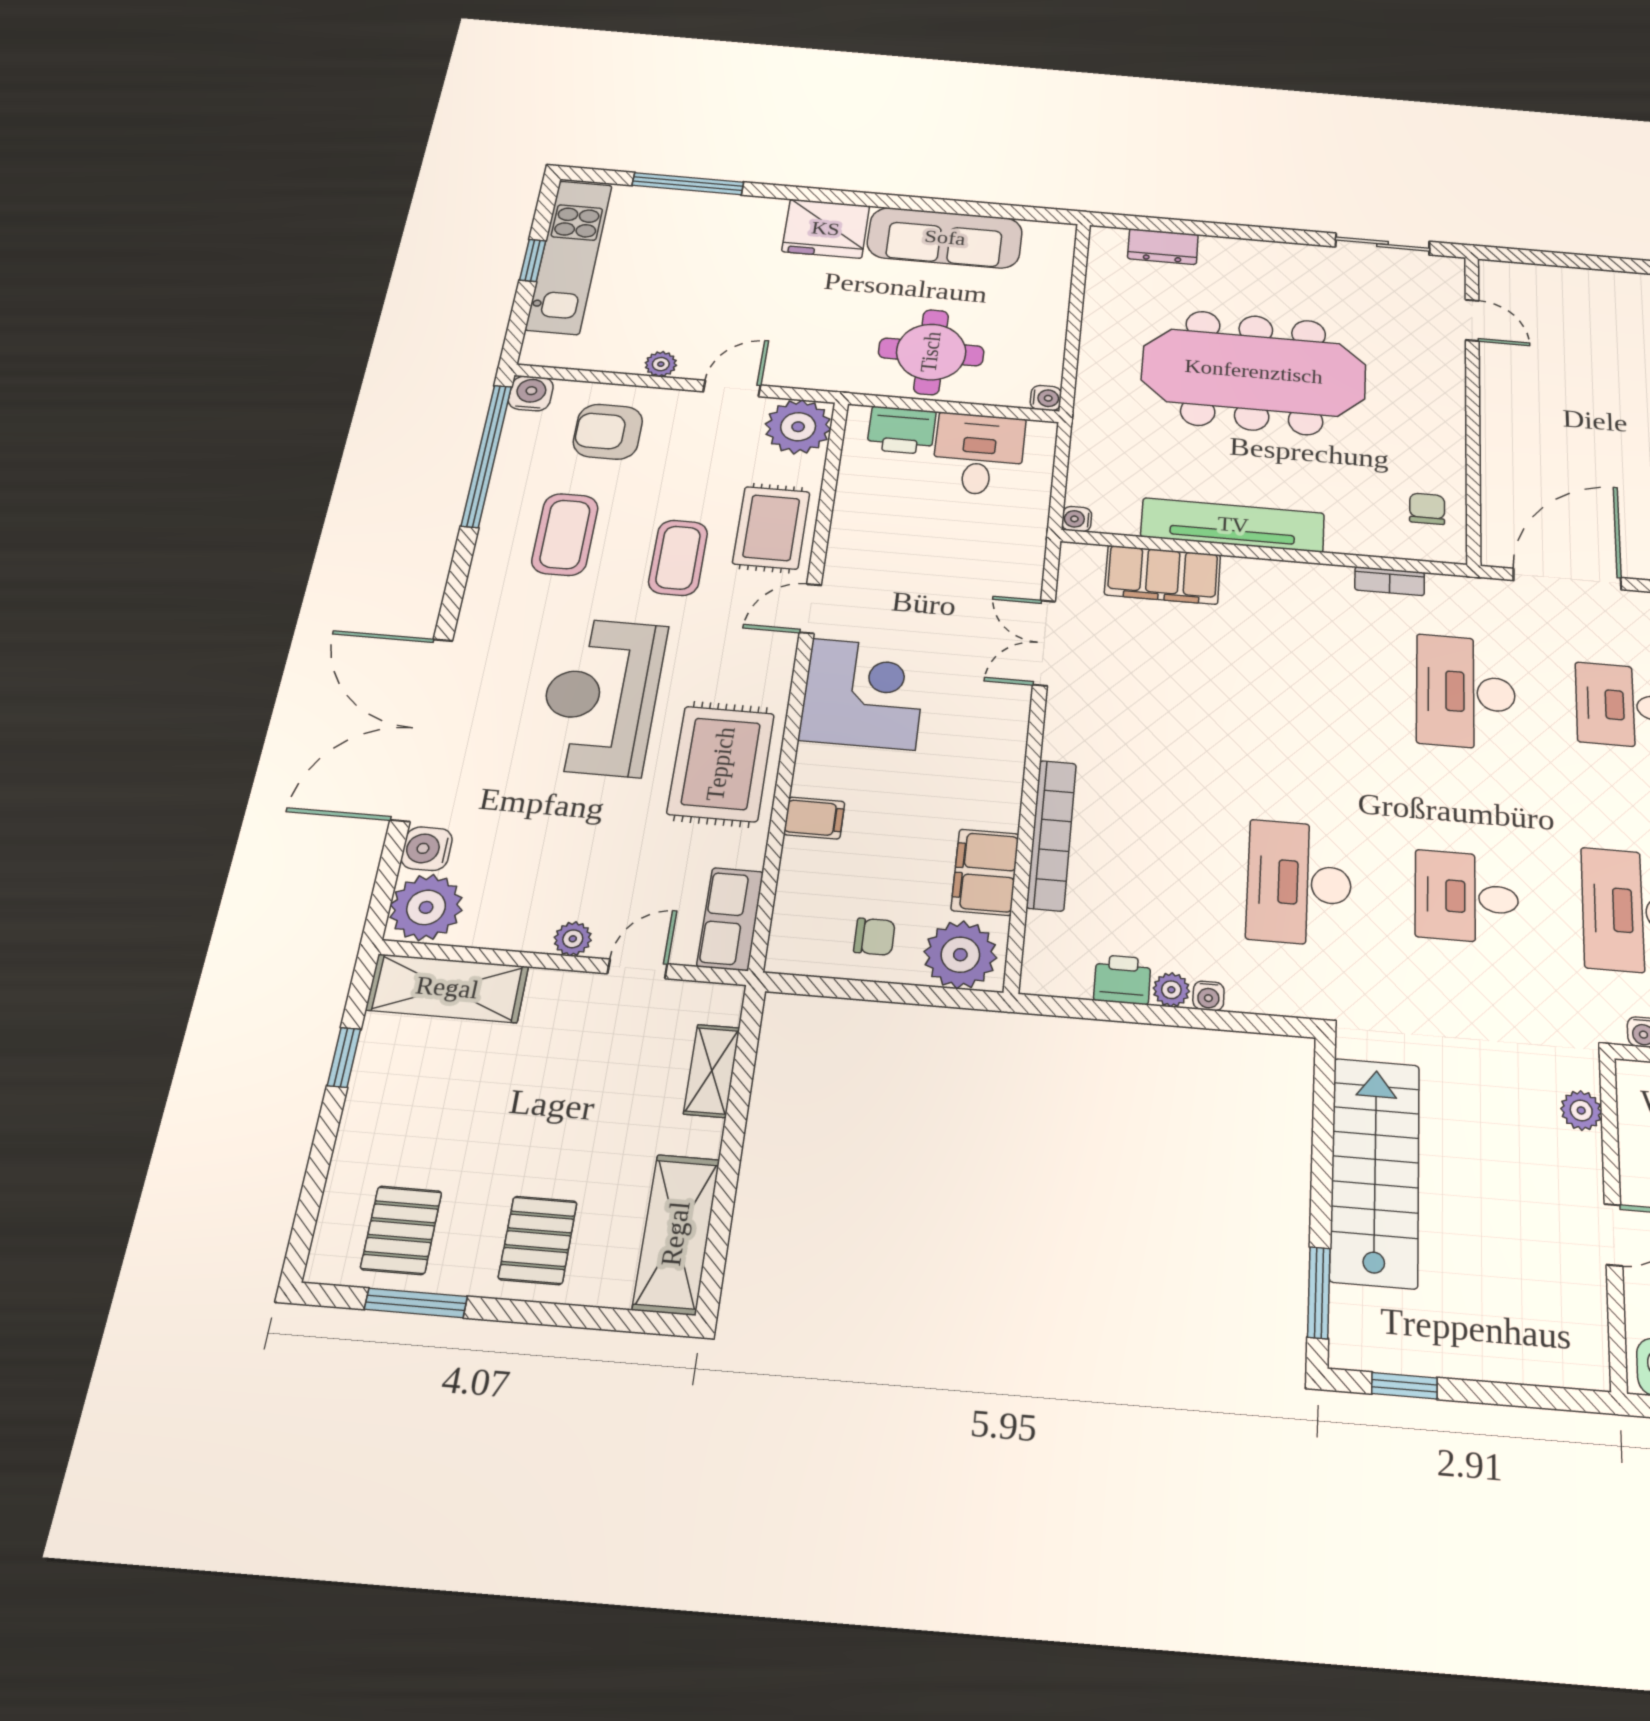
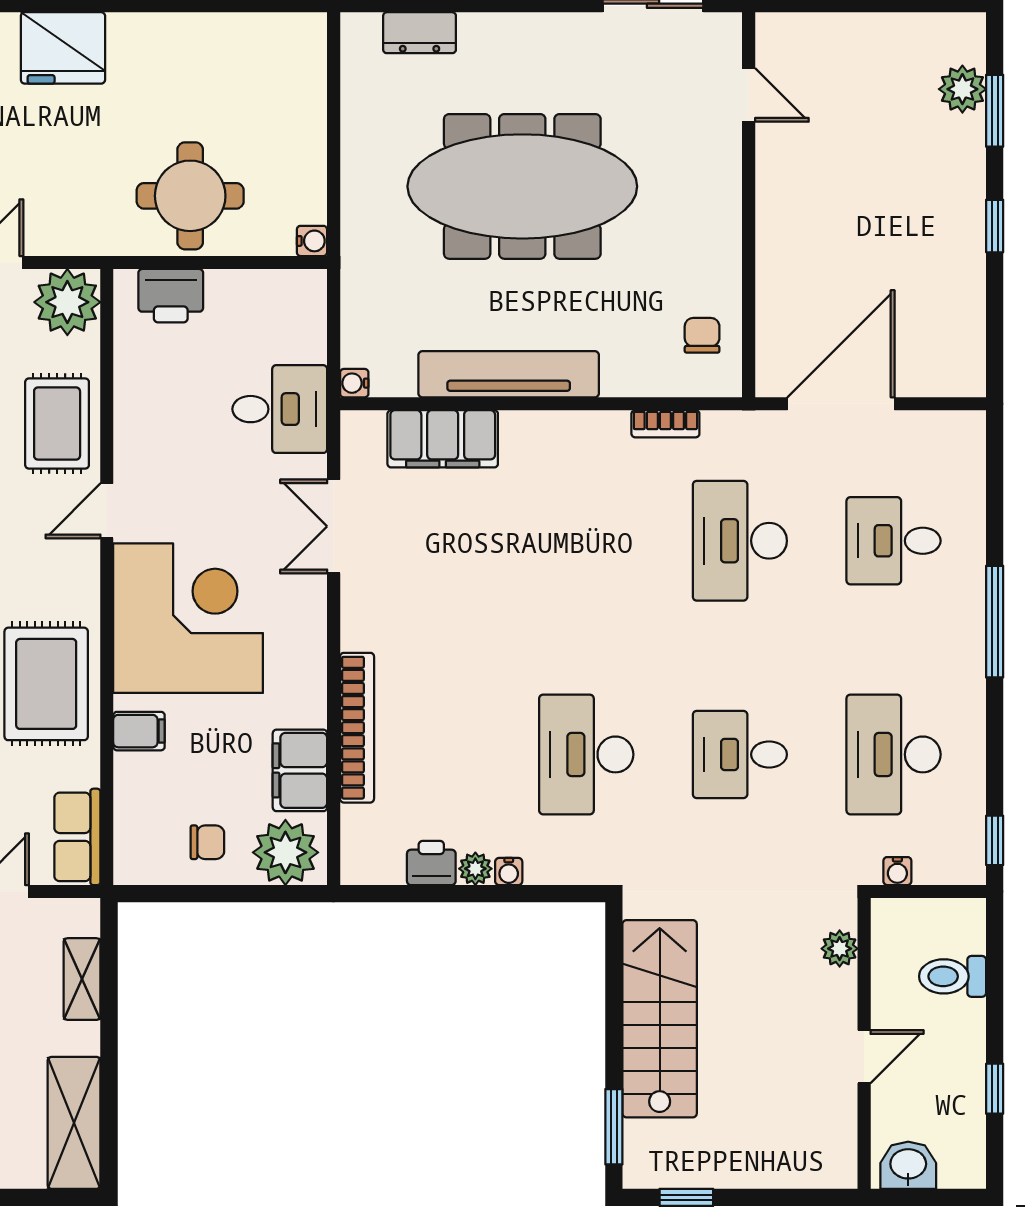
sofa: (945, 238) -> (189, 46), removed
desk: (978, 454) -> (280, 409), moved, turned 90
corner desk: (863, 694) -> (188, 618), width x1.36, depth x1.36

